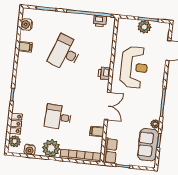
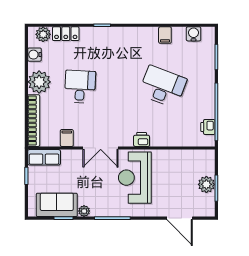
reception desk: (134, 67) -> (135, 178), moved, turned 90

